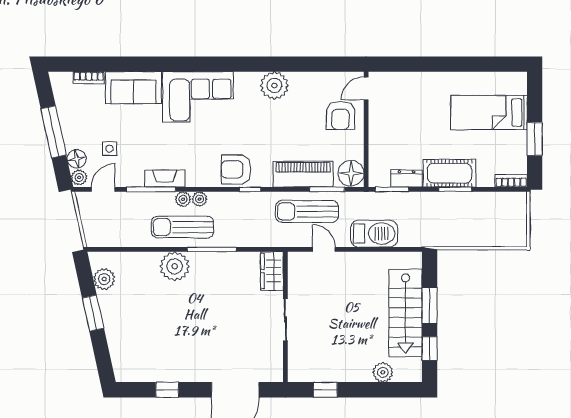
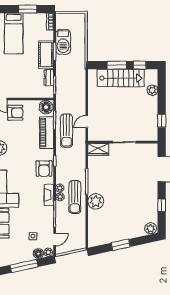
fireplace: (165, 179) -> (49, 195), moved
door: (103, 189) -> (55, 239), swing flipped
barbecue: (374, 234) -> (63, 42), moved, turned 180
plant: (104, 279) -> (151, 228), moved

